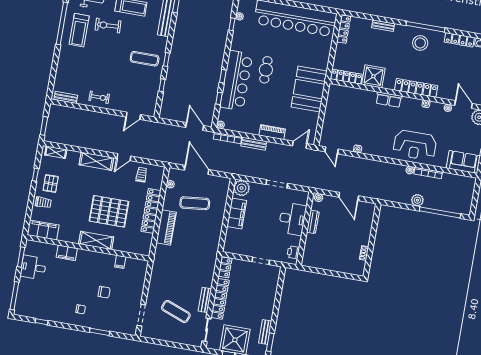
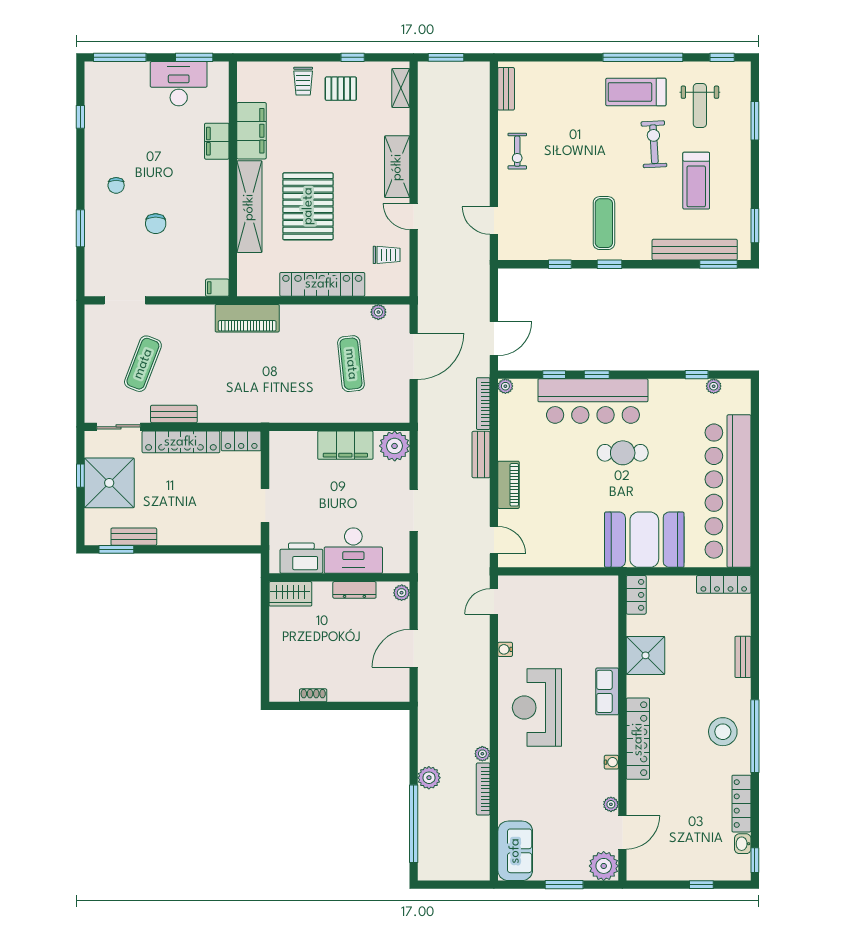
locker: (346, 77) -> (636, 595), width x0.66
booth: (309, 89) -> (644, 540), moved
reception desk: (415, 145) -> (537, 708), moved
piano: (166, 227) -> (247, 318), moved
filing cabinet: (43, 230) -> (252, 131), moved
shelving: (96, 240) -> (249, 207), width x1.47
printer: (293, 252) -> (301, 558), width x1.87, depth x1.48
wardrobe: (309, 256) -> (290, 594), added
filing cabinet: (120, 262) -> (217, 288), moved
desk: (33, 267) -> (179, 84), width x1.37

